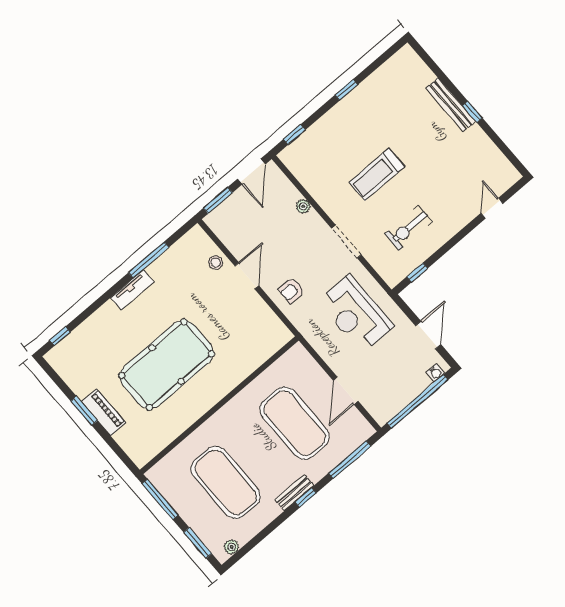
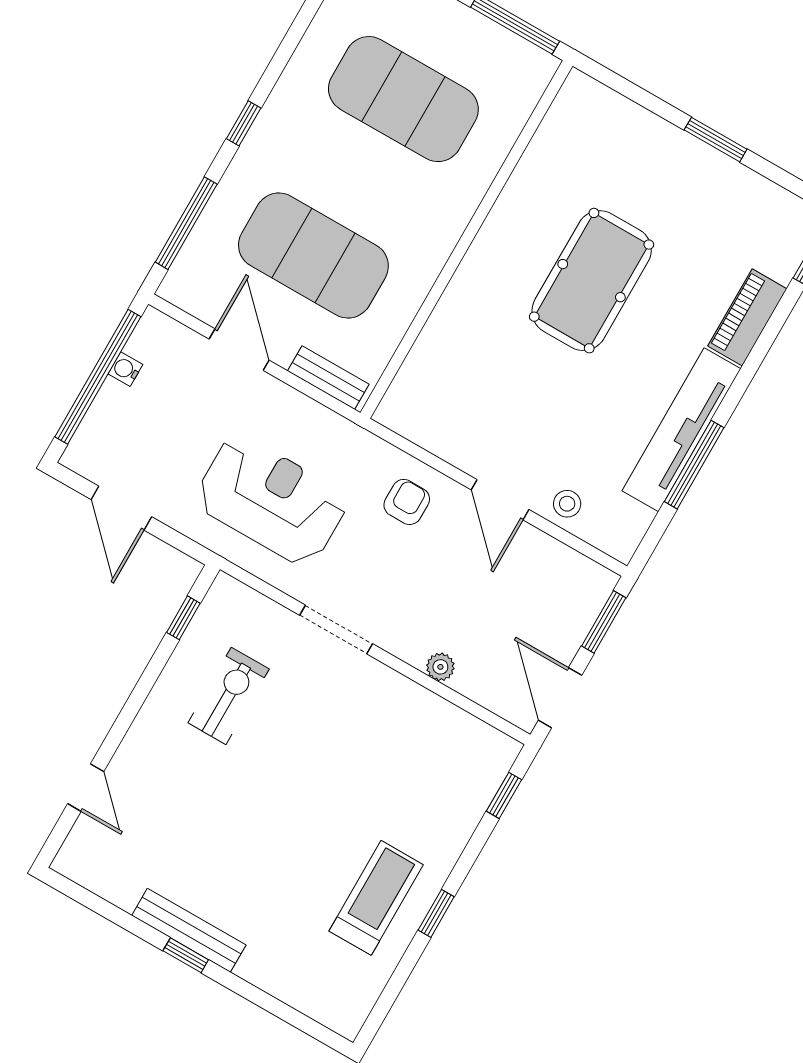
bench: (451, 105) -> (189, 930), moved
treadmill: (377, 174) -> (376, 898), moved
tv unit: (132, 290) -> (681, 430), width x1.92, depth x1.29
pool table: (167, 365) -> (592, 281), width x0.73, depth x0.76
water cooler: (435, 373) -> (125, 369), moved
piano: (104, 412) -> (747, 317), moved, turned 90
bench: (294, 493) -> (328, 378), moved, turned 90

